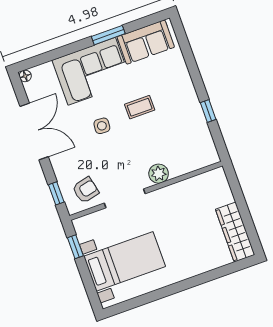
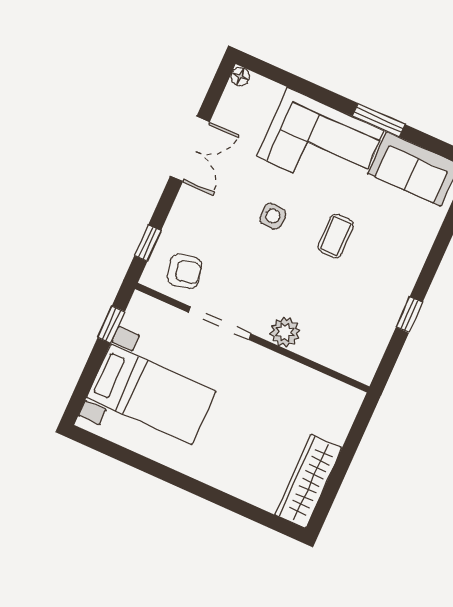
coffee table: (140, 107) -> (336, 236), turned 90
double door: (34, 131) -> (190, 149), width x0.73

